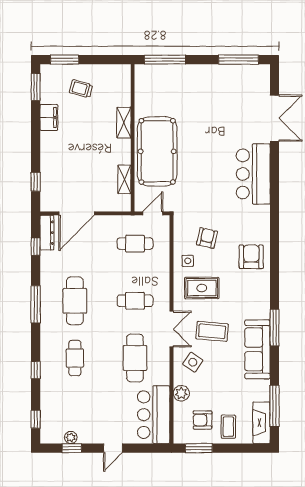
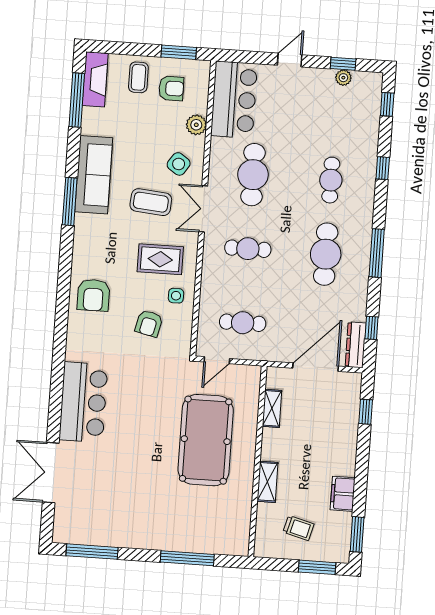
shelving: (124, 123) -> (267, 482), moved
wall: (133, 138) -> (257, 461), moved
shelving: (124, 179) -> (272, 408), moved

